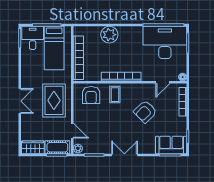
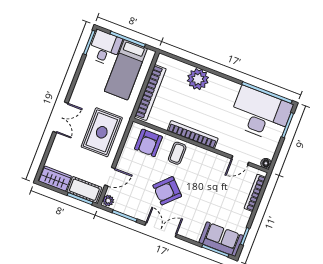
armchair: (145, 112) -> (167, 191), moved
door: (72, 131) -> (110, 177), hinge flipped

